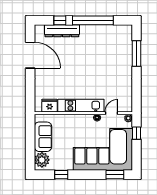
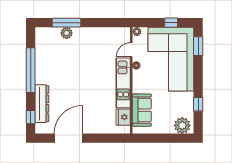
window: (60, 20) -> (31, 117), moved
plant: (127, 53) -> (67, 33), added
door: (111, 113) -> (131, 50), hinge flipped
window: (136, 133) -> (171, 23), moved
sofa: (43, 137) -> (142, 110), moved, turned 90

